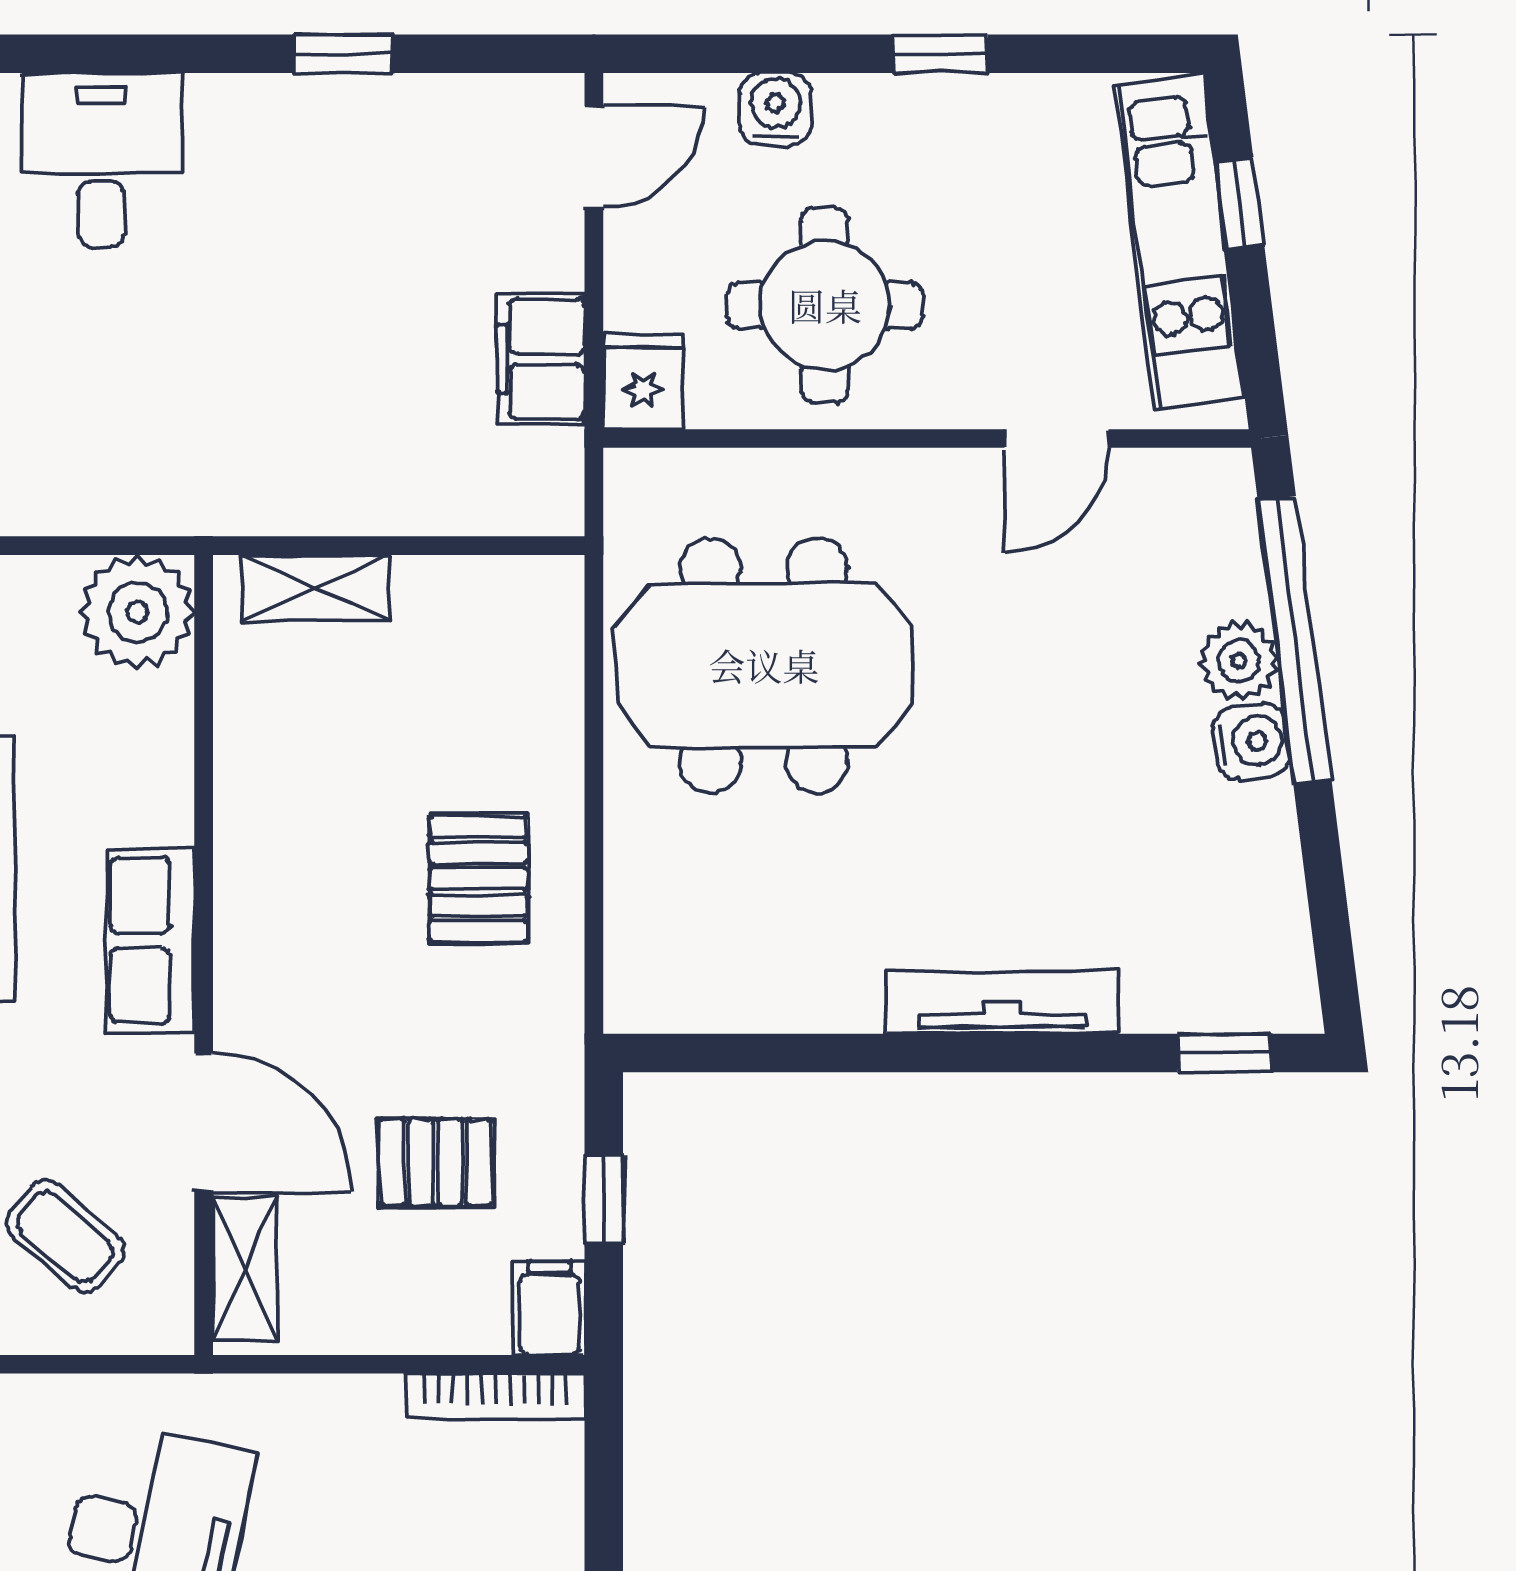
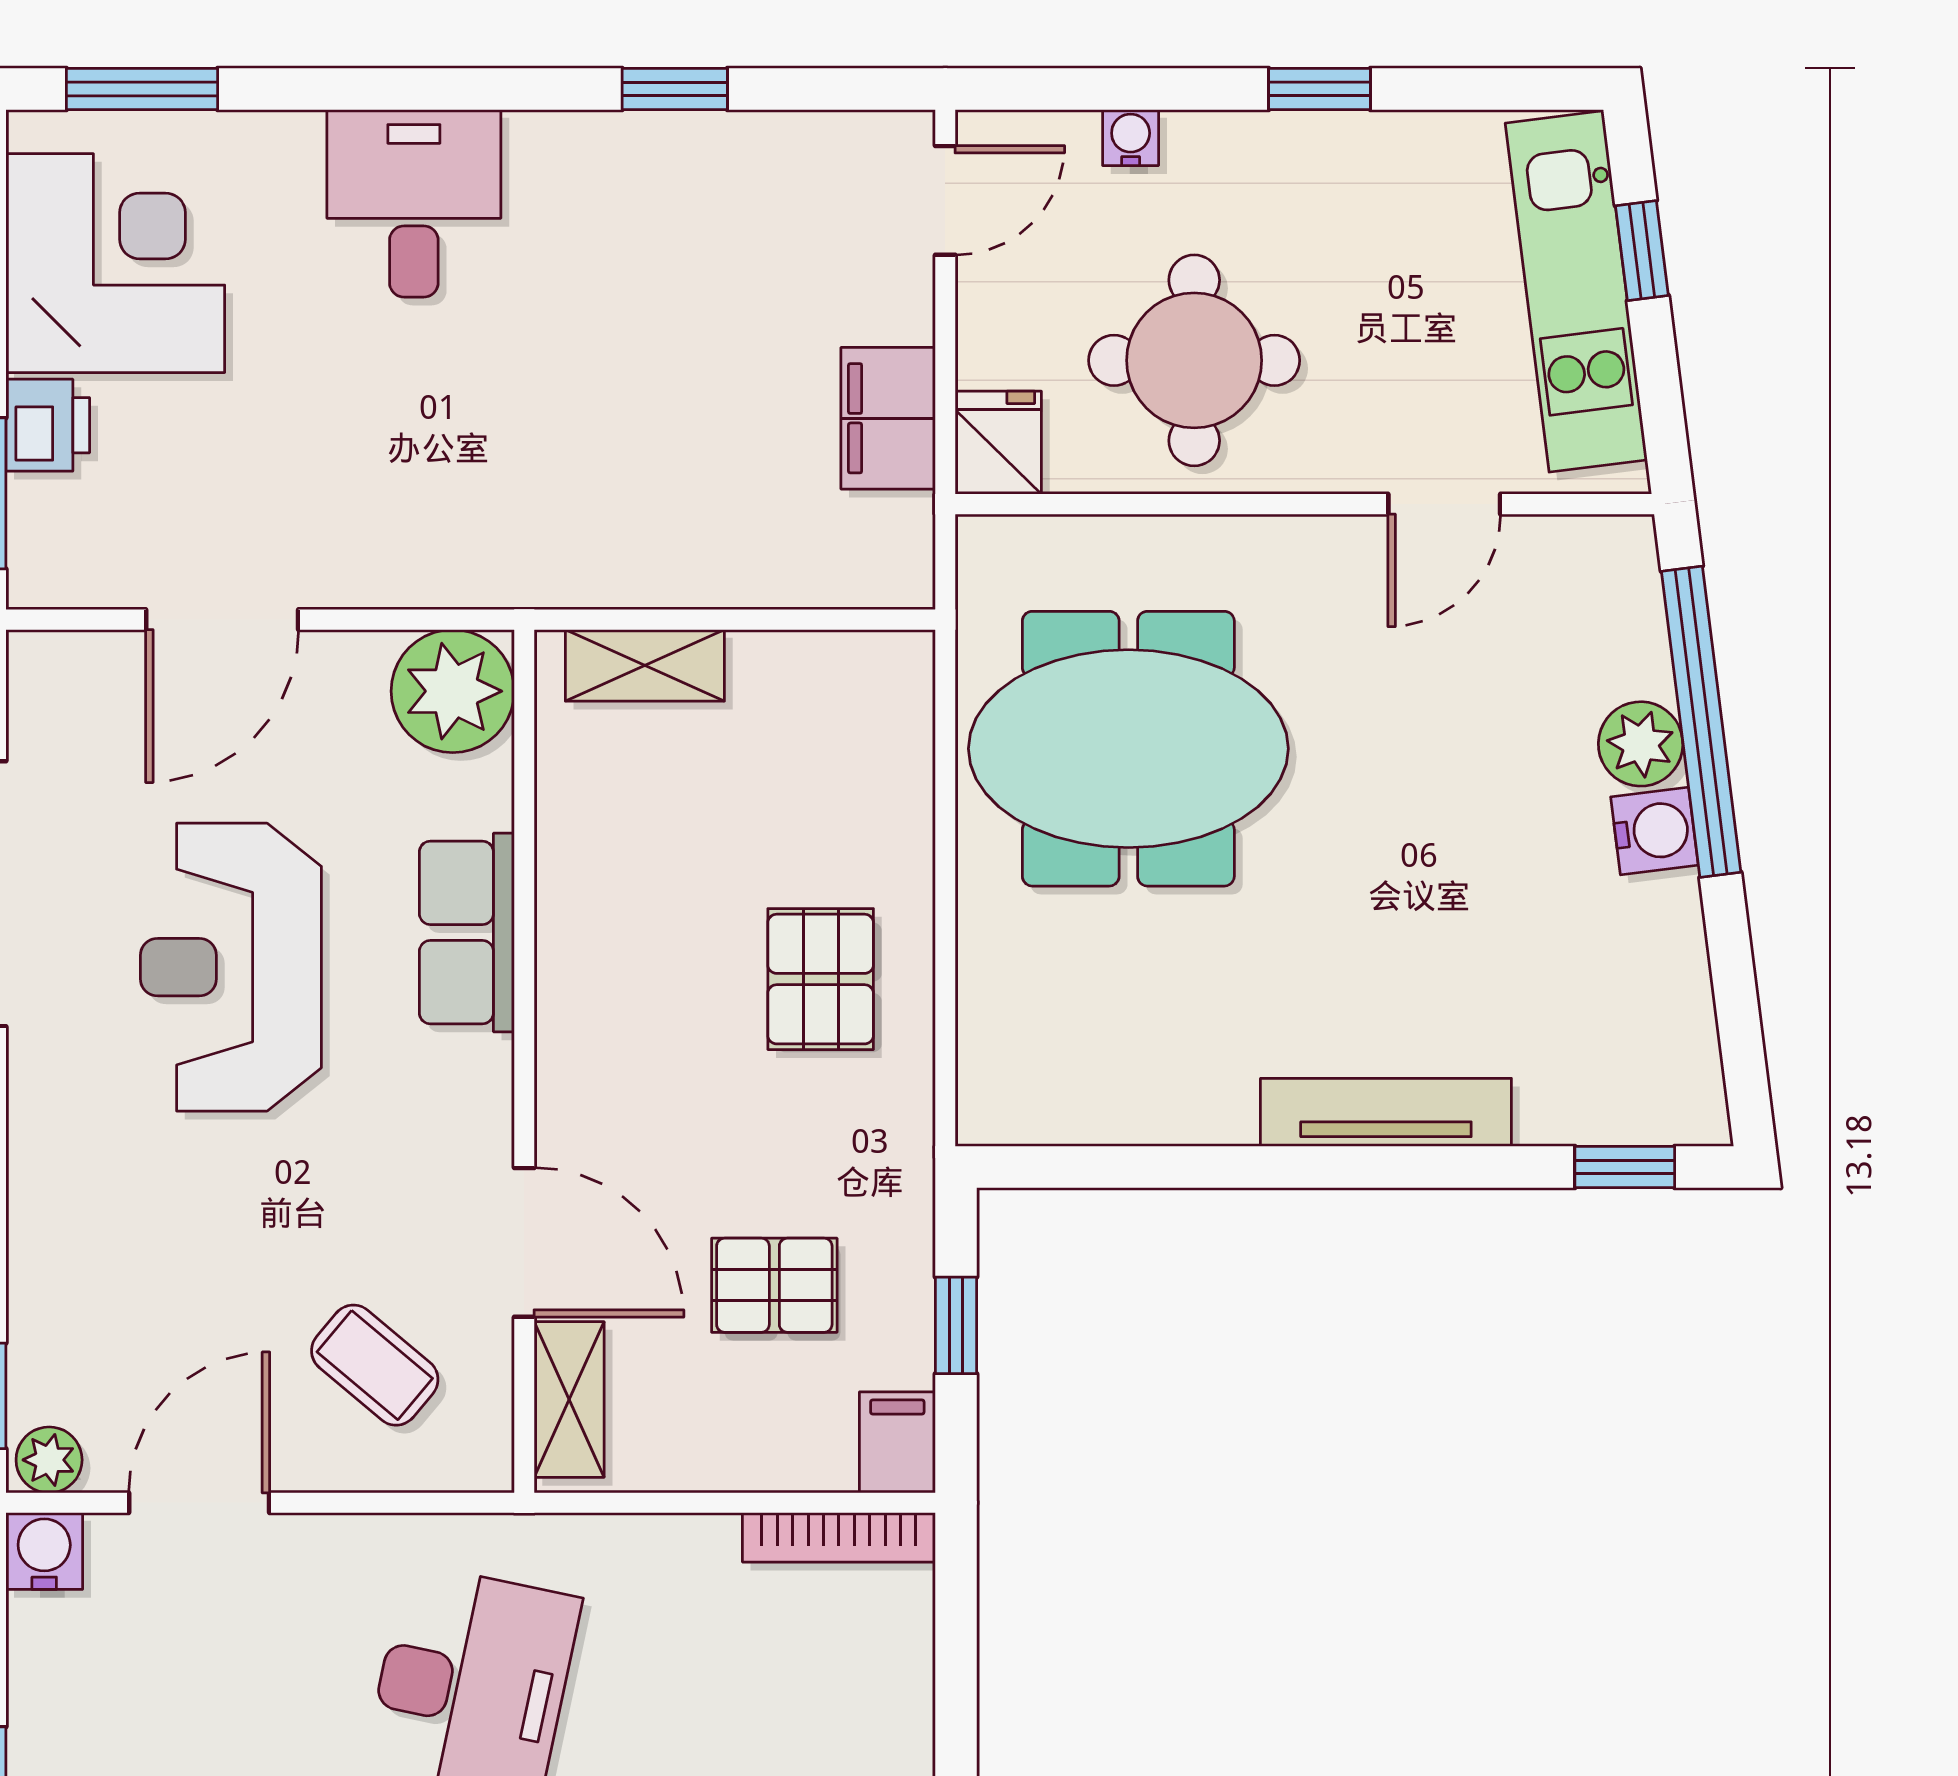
water cooler: (776, 109) -> (1131, 138), width x0.72, depth x0.72
row of seats: (150, 940) -> (467, 932), moved

